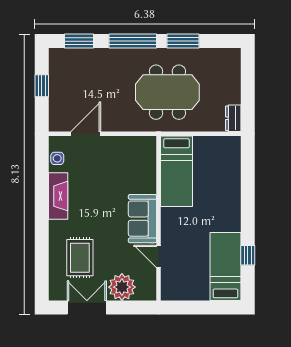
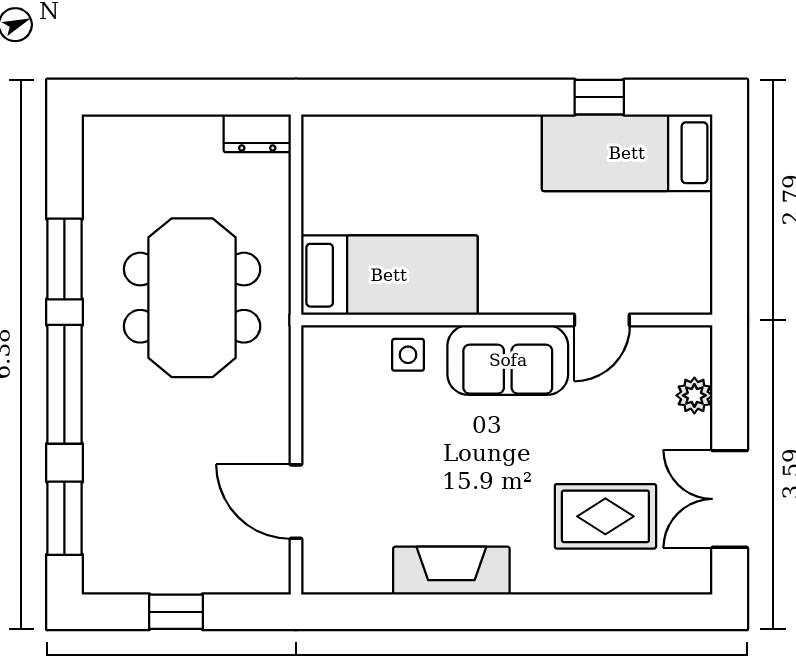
side table: (57, 158) -> (408, 355), moved
plant: (122, 287) -> (694, 395), width x0.53, depth x0.53

